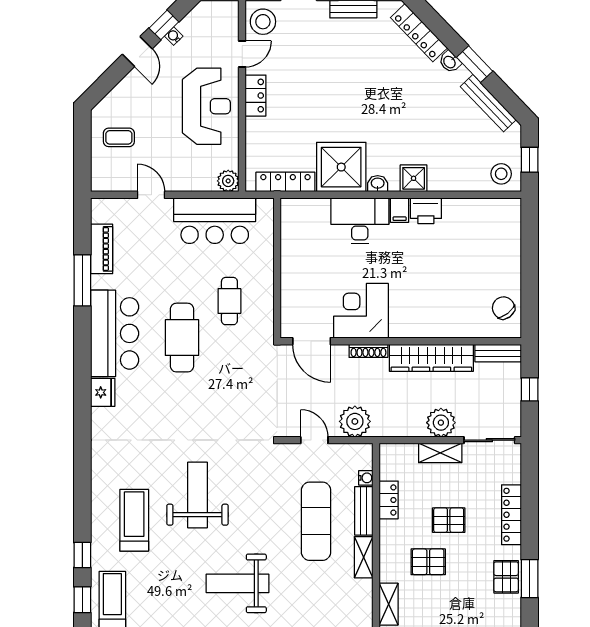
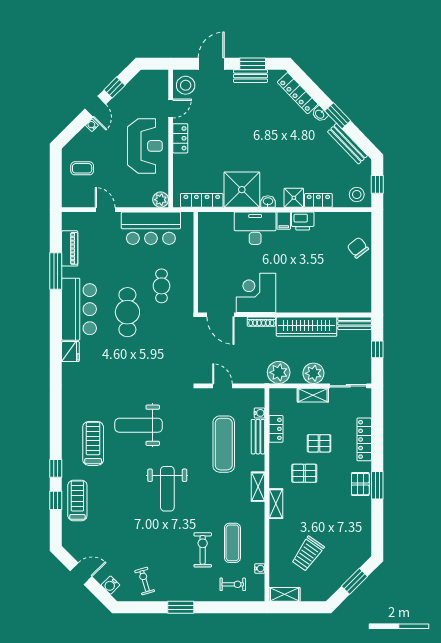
water cooler: (174, 36) -> (92, 125), moved
locker: (448, 182) -> (318, 200), added
chair: (503, 308) -> (358, 248), moved
plant: (355, 421) -> (279, 372), moved
weight bench: (197, 495) -> (139, 425), turned -90
shelving: (364, 557) -> (258, 487), moved
weight bench: (237, 583) -> (167, 489), turned -90

